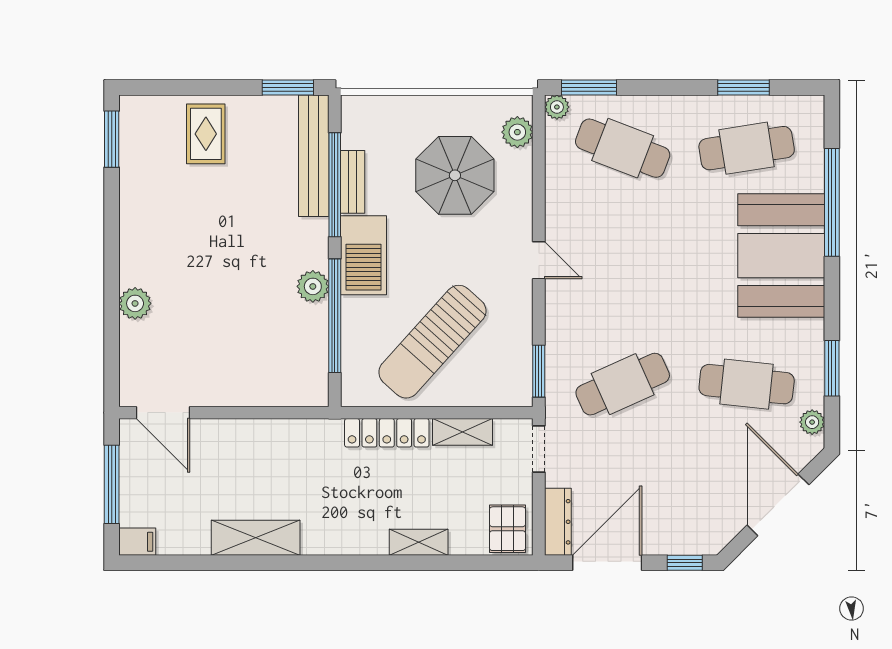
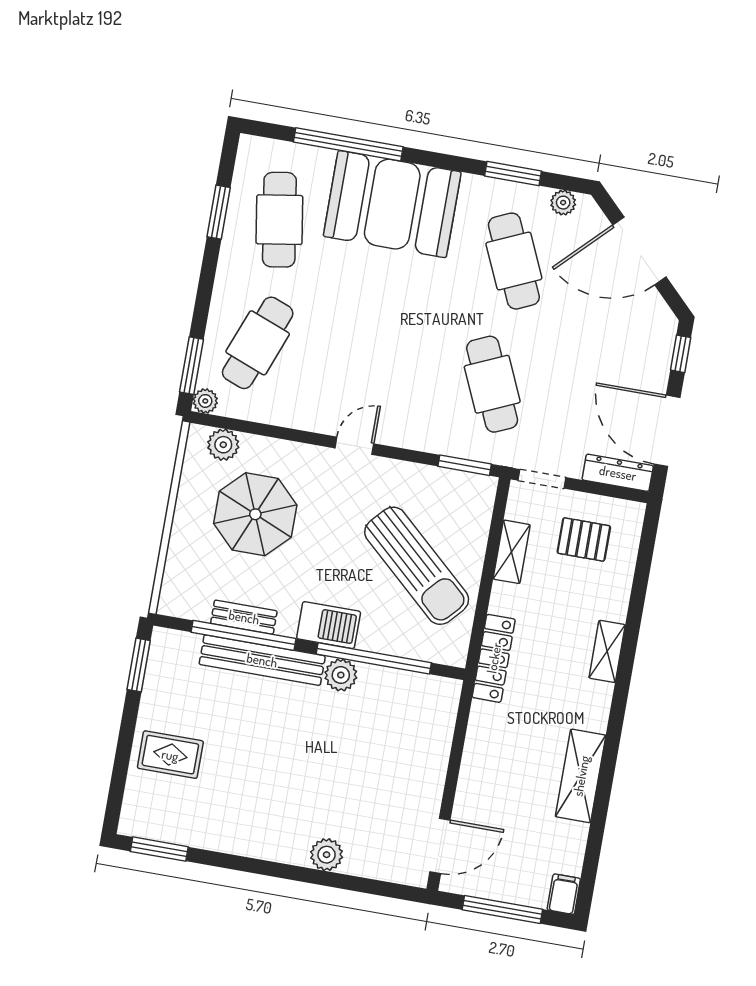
bench: (314, 156) -> (262, 660), moved
barbecue: (363, 255) -> (329, 625), width x0.73, depth x0.83
cafe table: (747, 384) -> (514, 261), turned -30
locker: (387, 433) -> (494, 658), moved
pallet: (507, 529) -> (584, 539), moved
shelving: (419, 542) -> (607, 651), moved

